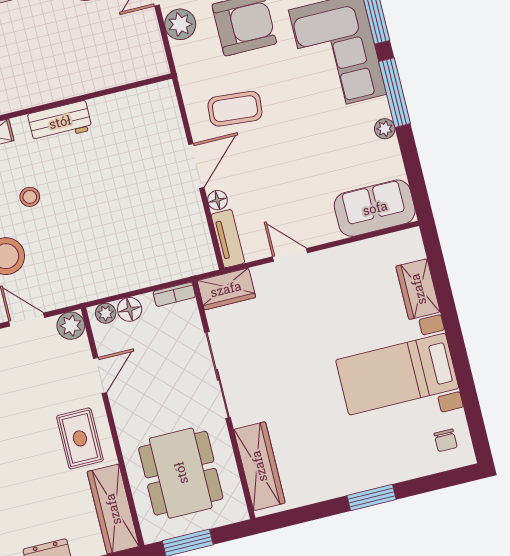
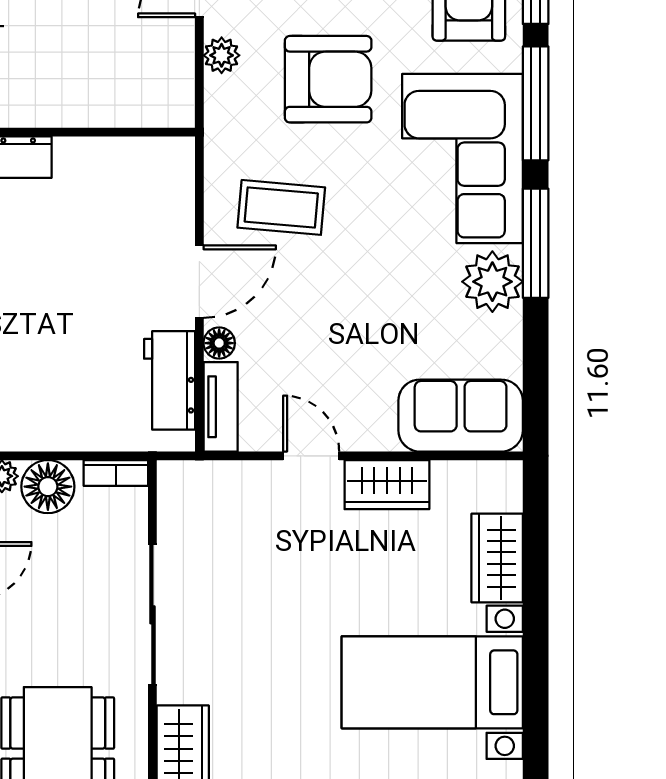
plant: (180, 24) -> (222, 55), width x0.73, depth x0.73
plant: (385, 129) -> (492, 282), width x1.87, depth x1.87
workbench: (193, 230) -> (170, 380), added
wardrobe: (226, 289) -> (387, 485), moved
floor lamp: (130, 309) -> (48, 487), width x1.38, depth x1.38

